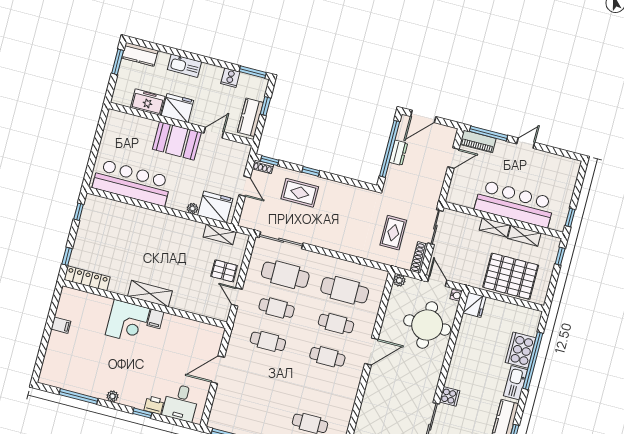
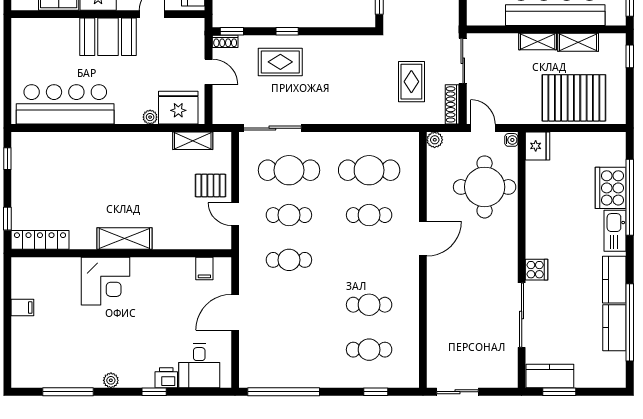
filing cabinet: (155, 319) -> (204, 268), moved
cafe table: (327, 357) -> (369, 305), moved

